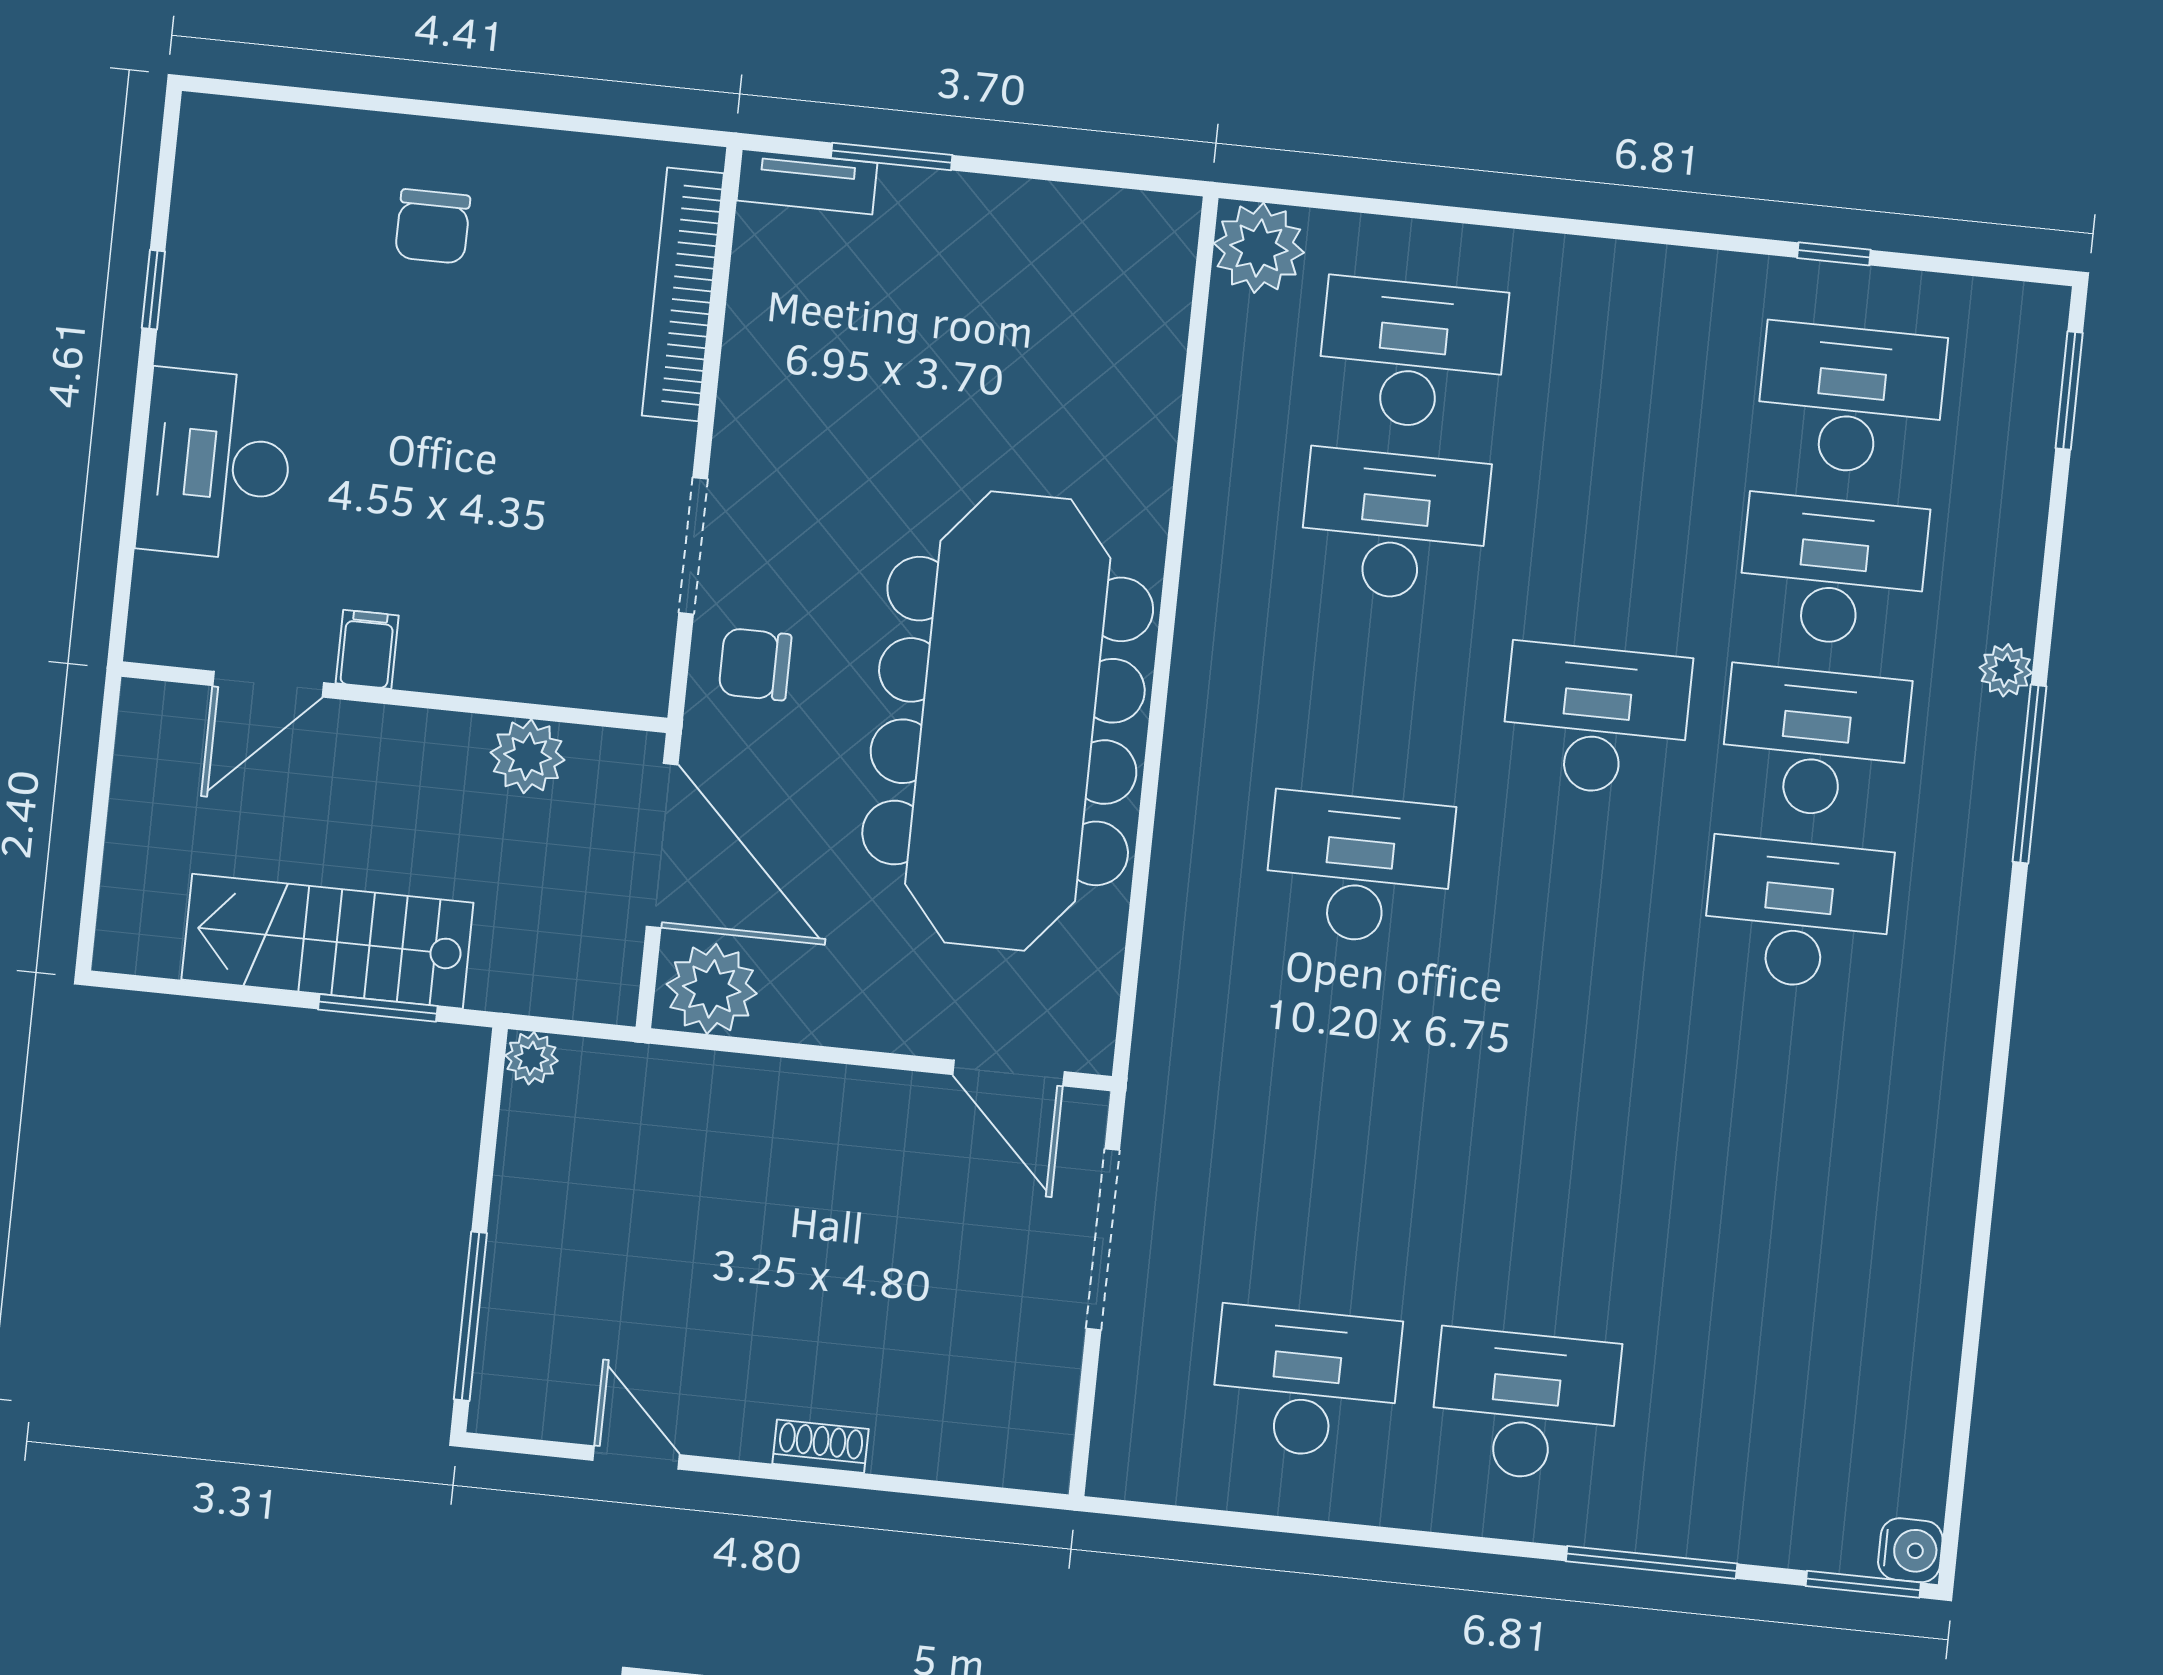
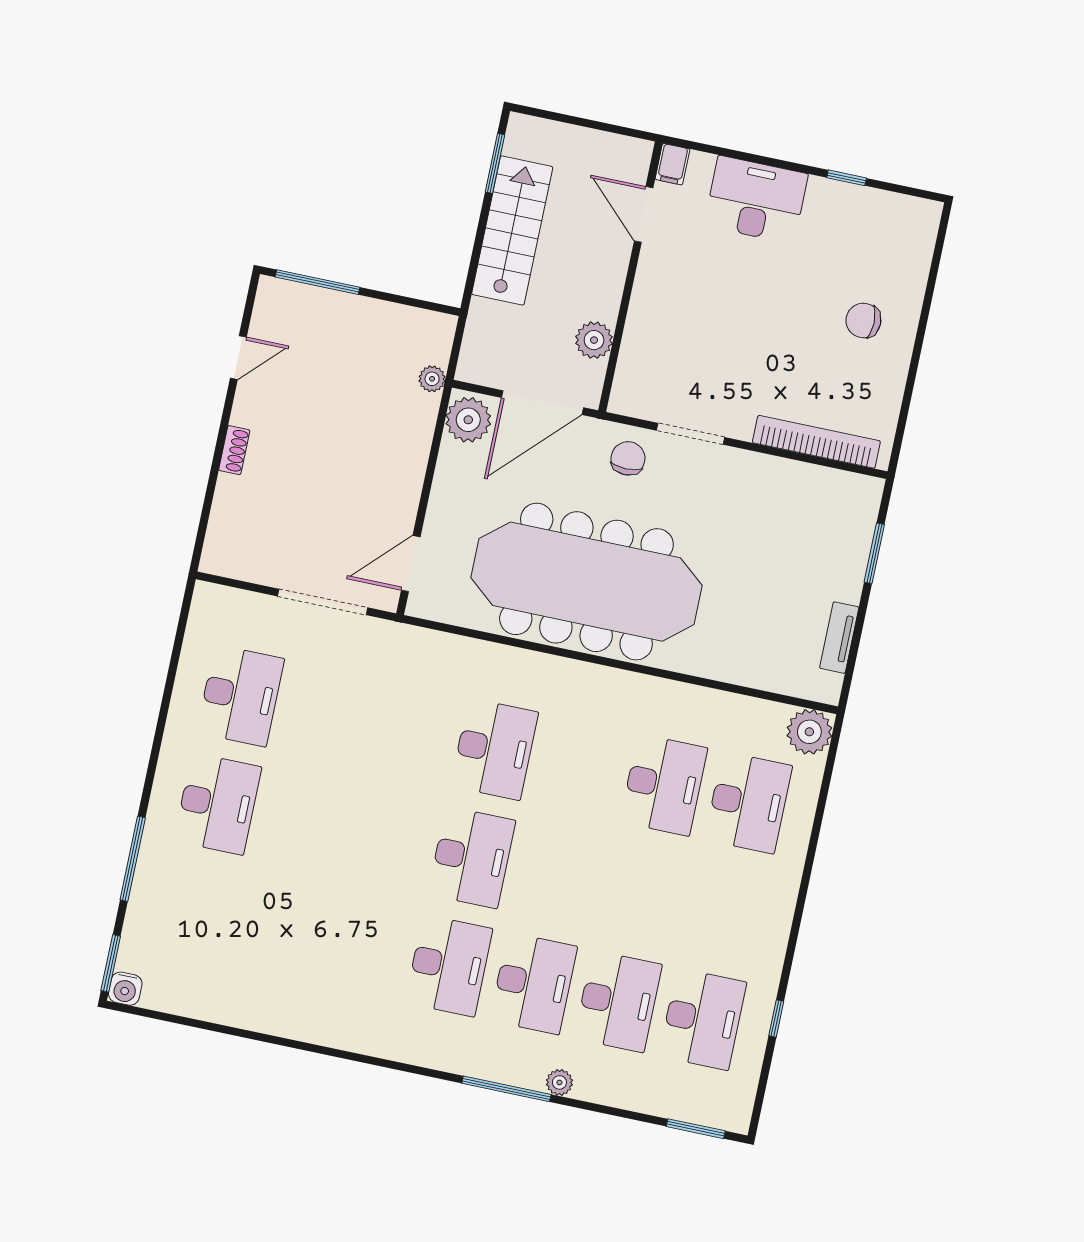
tv unit: (807, 182) -> (839, 638), moved
filing cabinet: (367, 649) -> (672, 164), moved, turned 90
desk: (1596, 720) -> (472, 857), moved
window: (378, 1008) -> (495, 163), moved
plant: (531, 1058) -> (432, 379), moved

